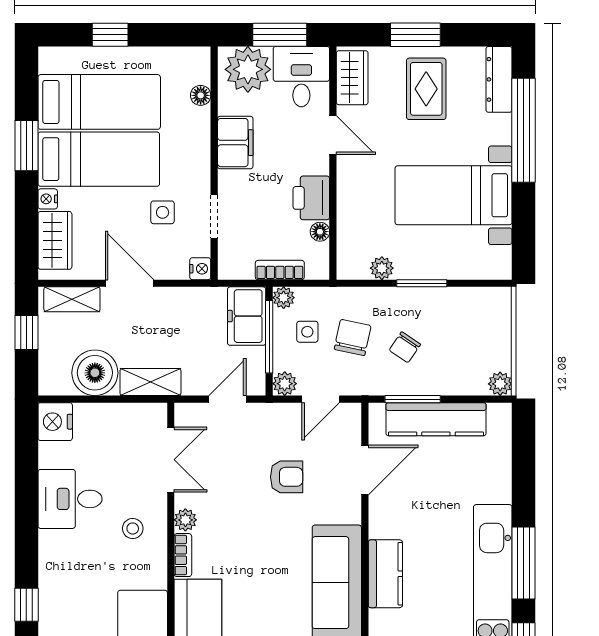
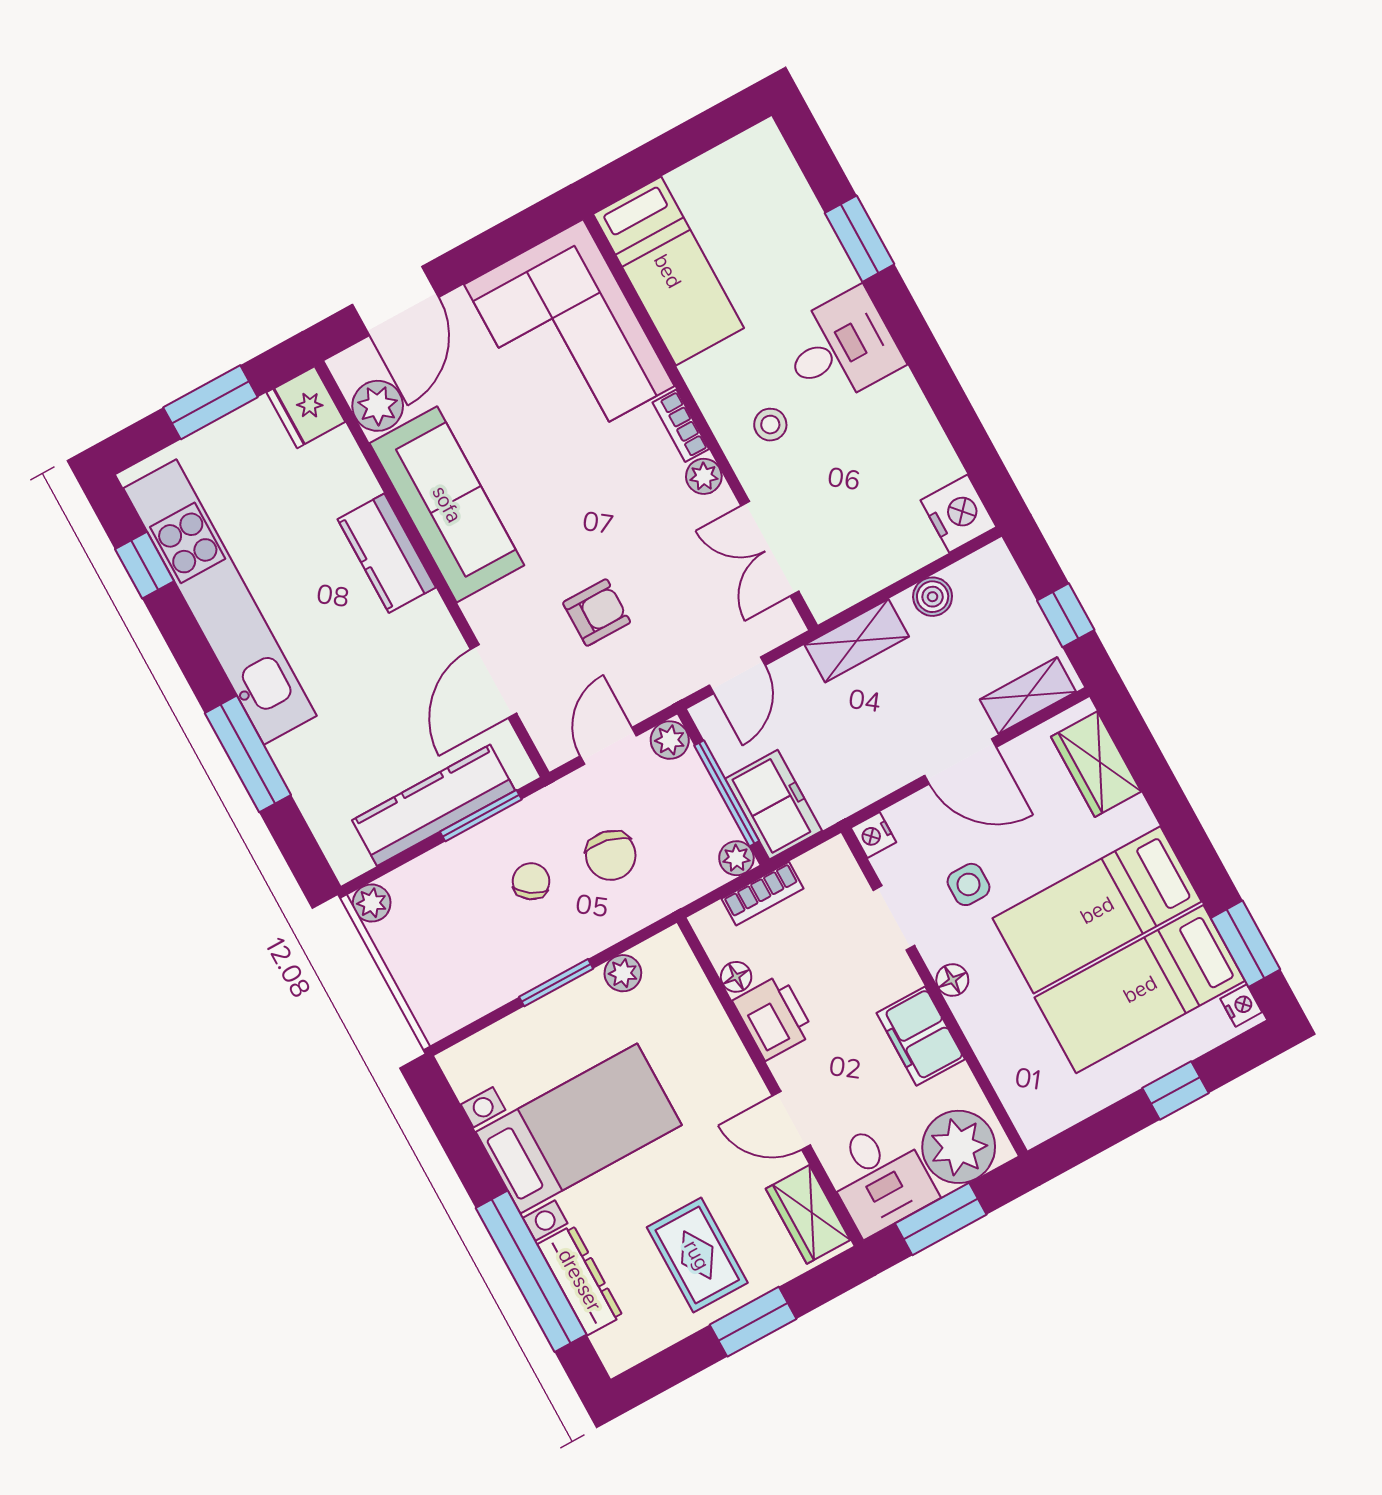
dresser: (499, 79) -> (580, 1280), moved
floor lamp: (201, 95) -> (952, 980), moved
window: (26, 146) -> (1246, 944), moved
nightstand: (48, 199) -> (1241, 1005), moved
side table: (307, 332) -> (678, 829), removed
boiler: (95, 373) -> (933, 597), width x0.54, depth x0.54
armchair: (287, 477) -> (597, 613), turned 180
desk: (70, 499) -> (841, 348), moved
window: (524, 563) -> (248, 754), moved
window: (26, 605) -> (859, 239), width x1.50

